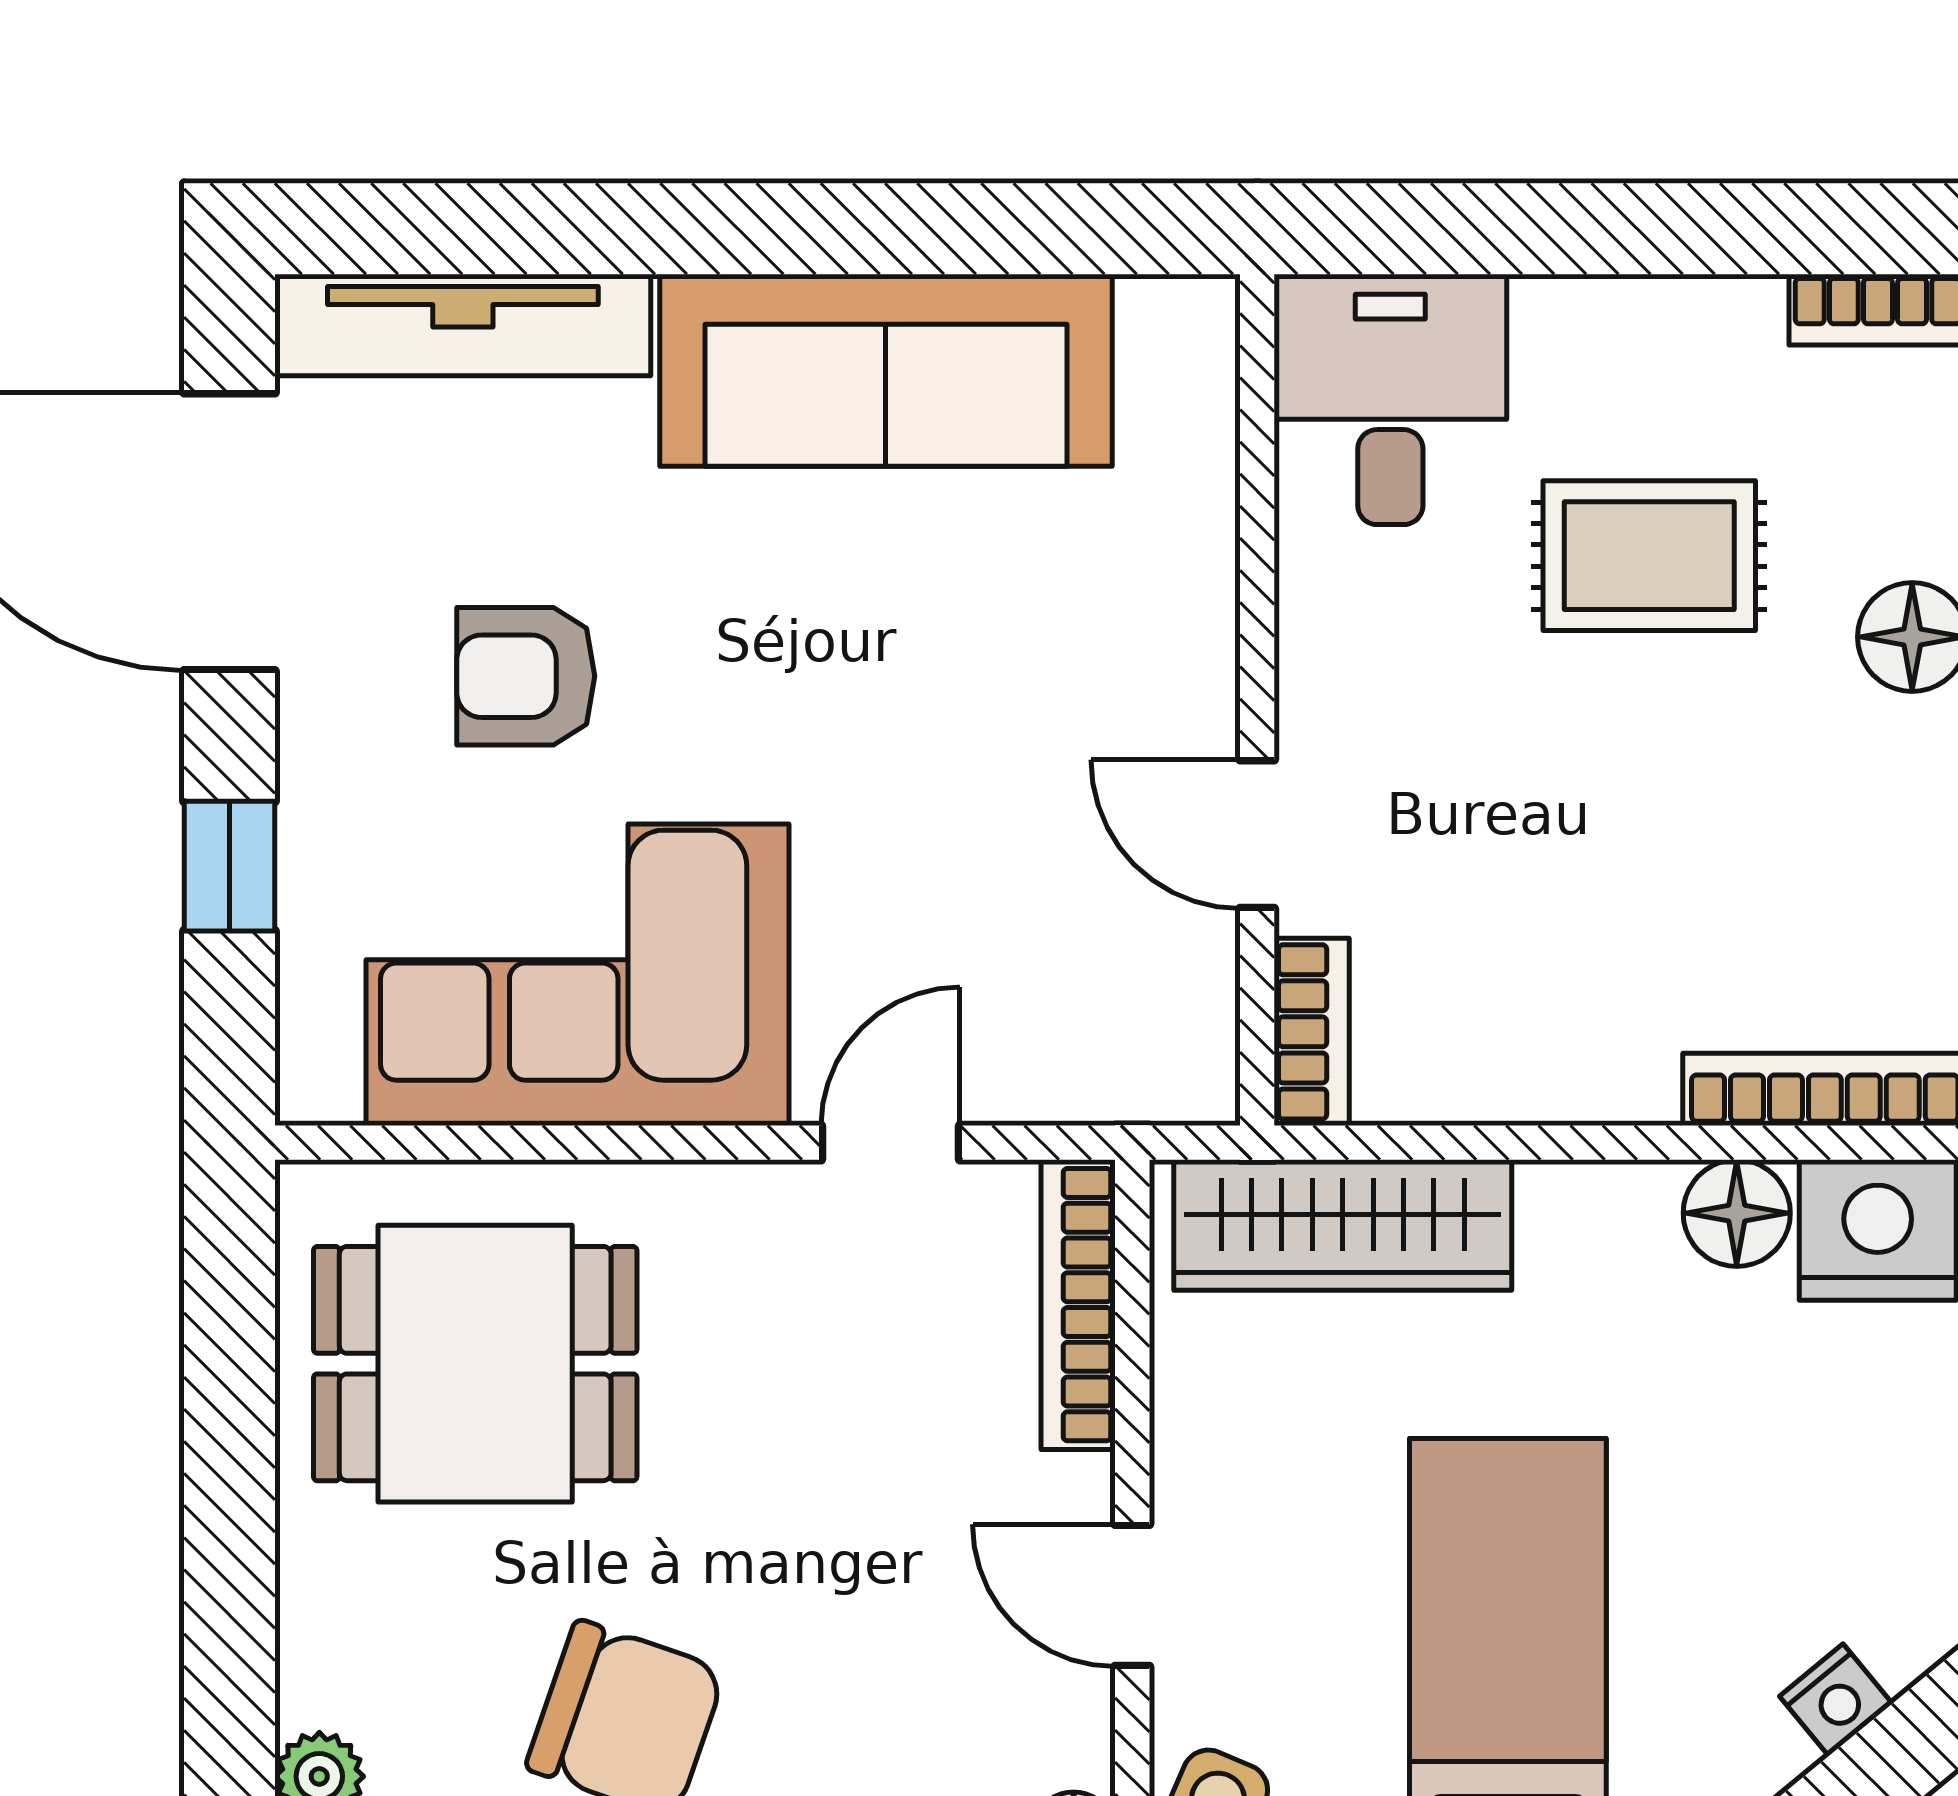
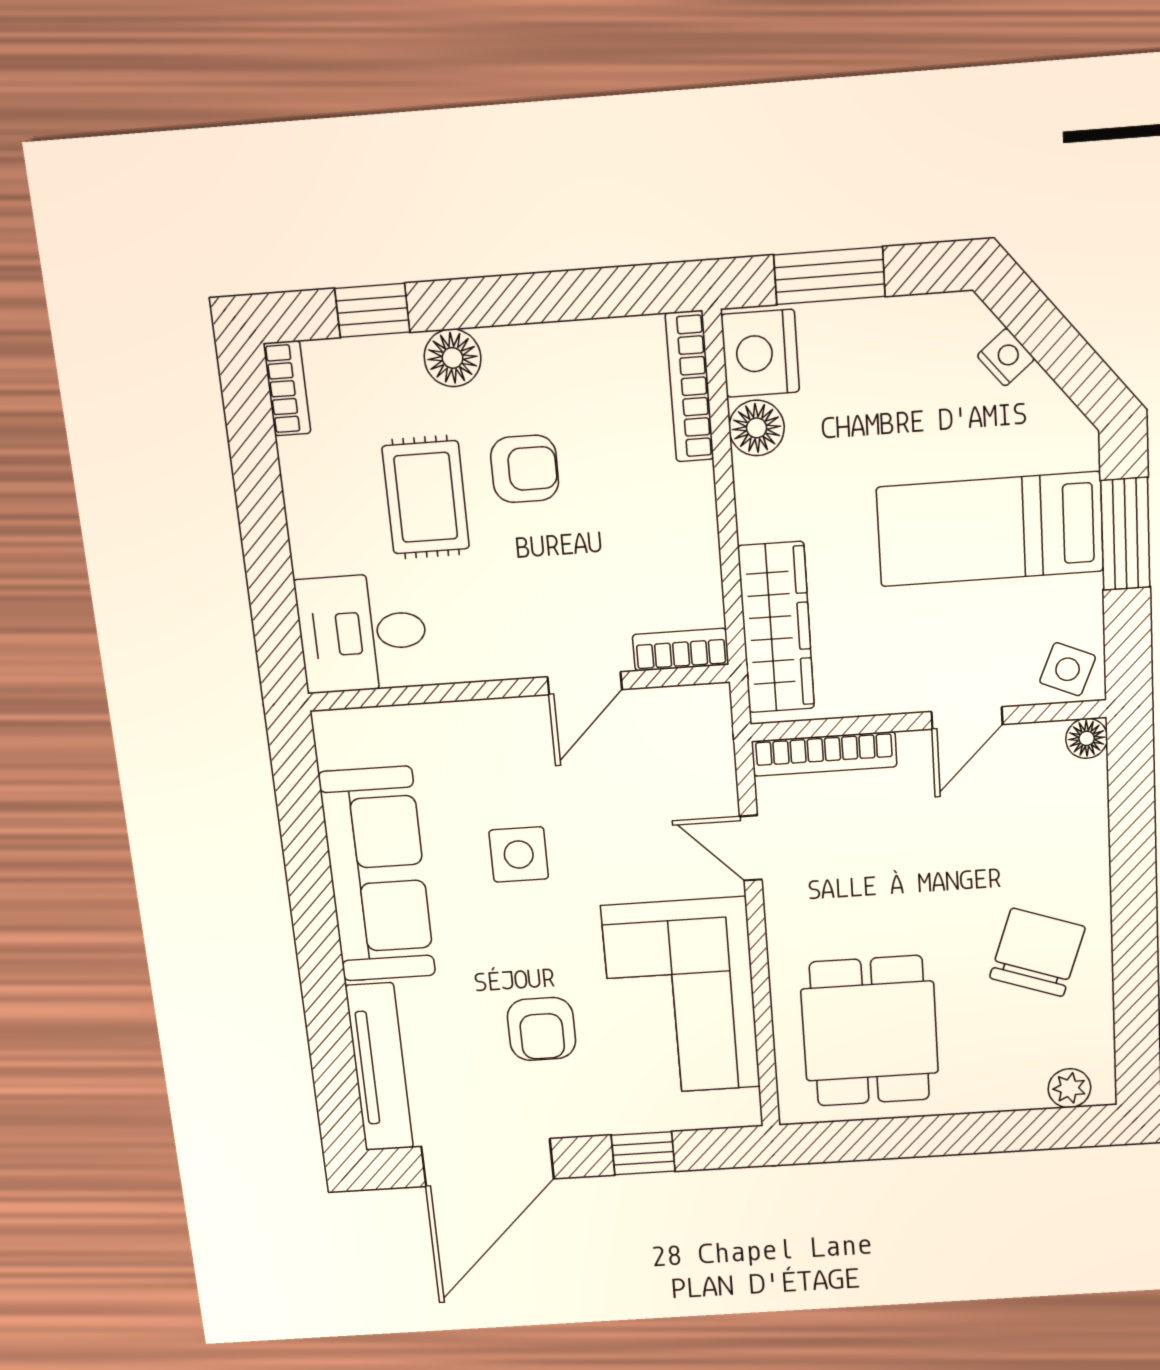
side table: (909, 666) -> (519, 854), added
armchair: (1691, 755) -> (525, 469), added

